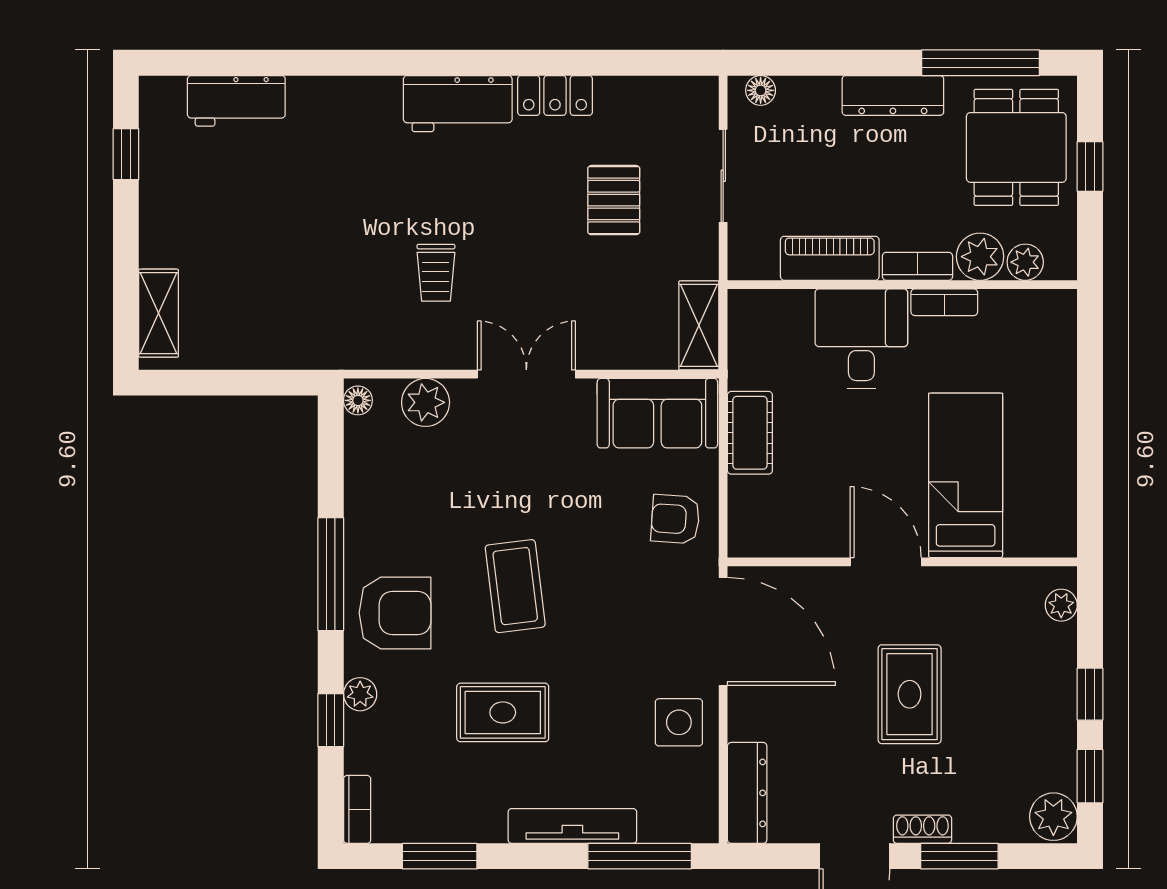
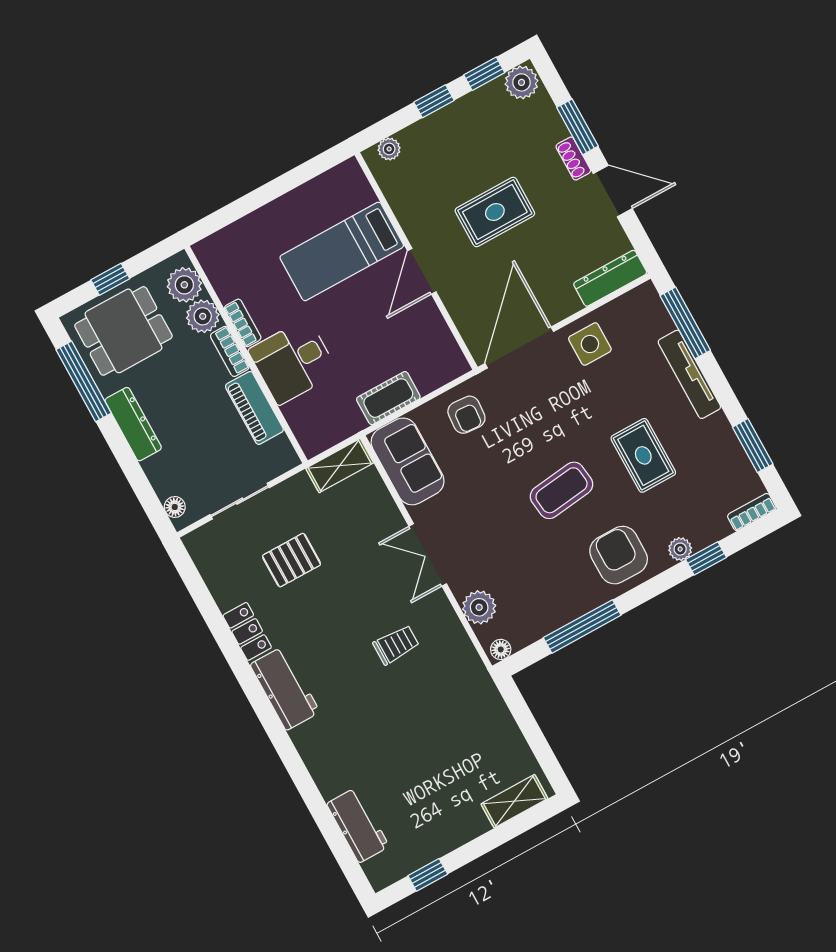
plant: (1025, 262) -> (184, 285), width x1.38, depth x1.38
window: (331, 574) -> (582, 626), moved

